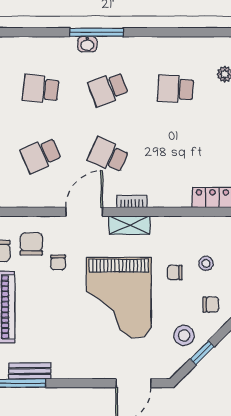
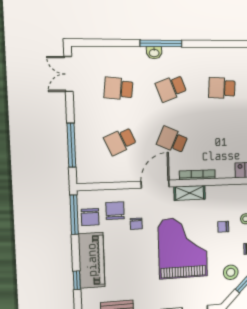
bookcase: (132, 202) -> (197, 175), width x1.56
grand piano: (119, 298) -> (183, 248), turned 180

